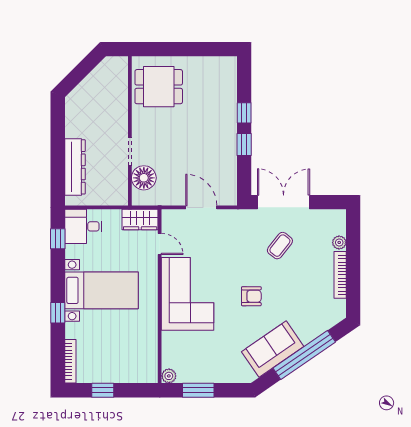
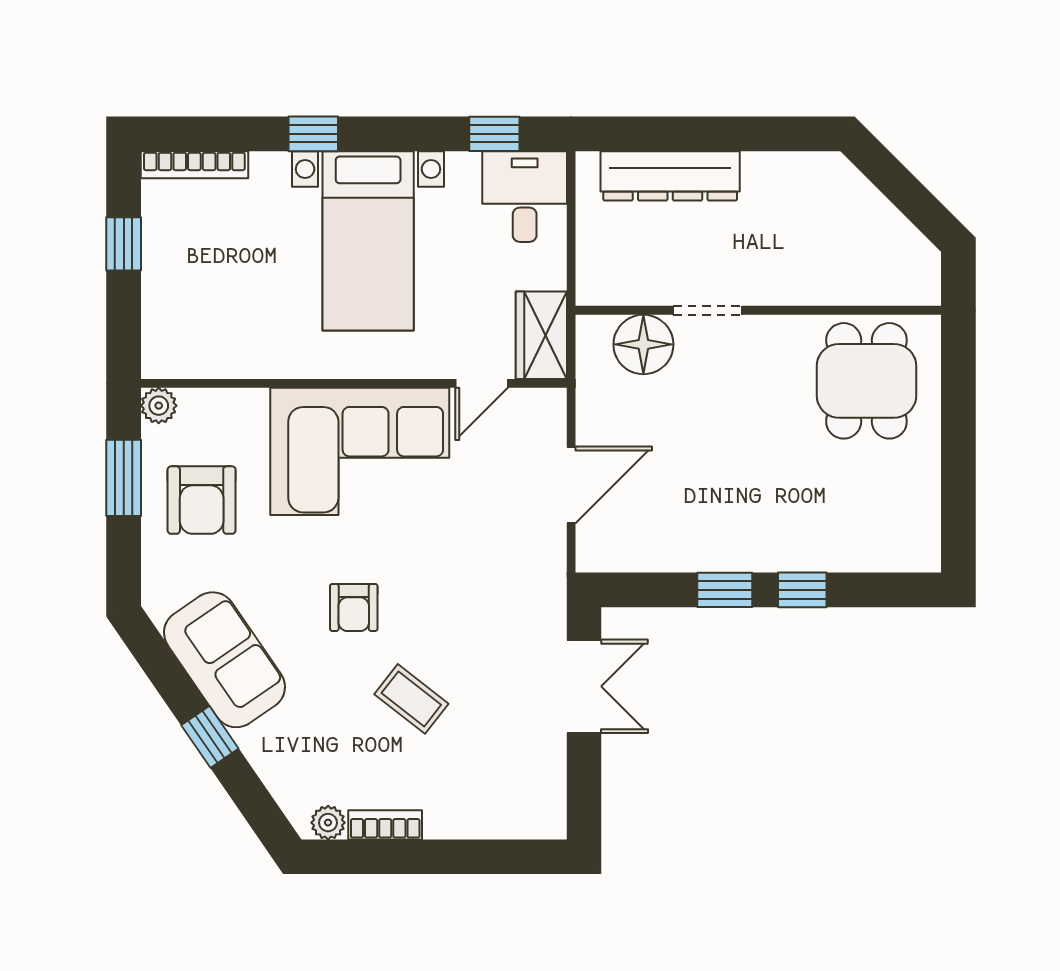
double door: (284, 202) -> (584, 686), width x0.73
plant: (339, 242) -> (328, 823), moved
coffee table: (280, 246) -> (411, 699), moved
bookcase: (340, 275) -> (385, 825), width x0.64
window: (304, 355) -> (210, 737), width x0.32
armchair: (207, 358) -> (202, 500), added

